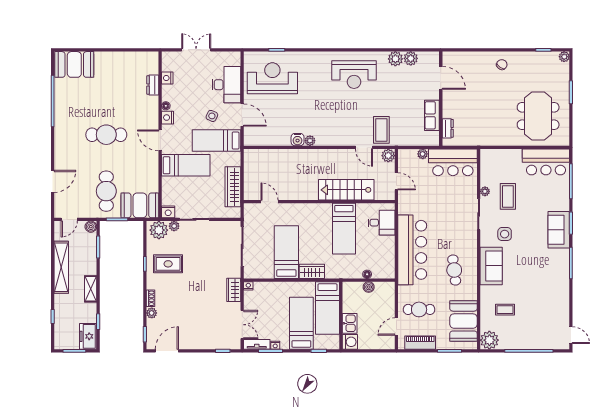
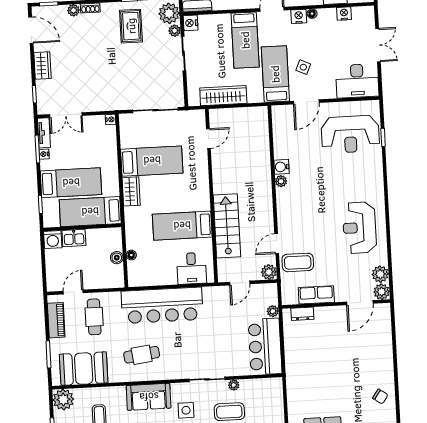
reception desk: (272, 78) -> (350, 134), turned 90
door: (441, 78) -> (360, 303), moved
desk: (226, 85) -> (357, 81), moved
wall: (441, 99) -> (336, 304), moved
row of seats: (432, 115) -> (316, 295), moved
dresser: (448, 128) -> (302, 314), moved
wardrobe: (234, 290) -> (42, 65), moved, turned 90
door: (396, 327) -> (73, 292), hinge flipped

